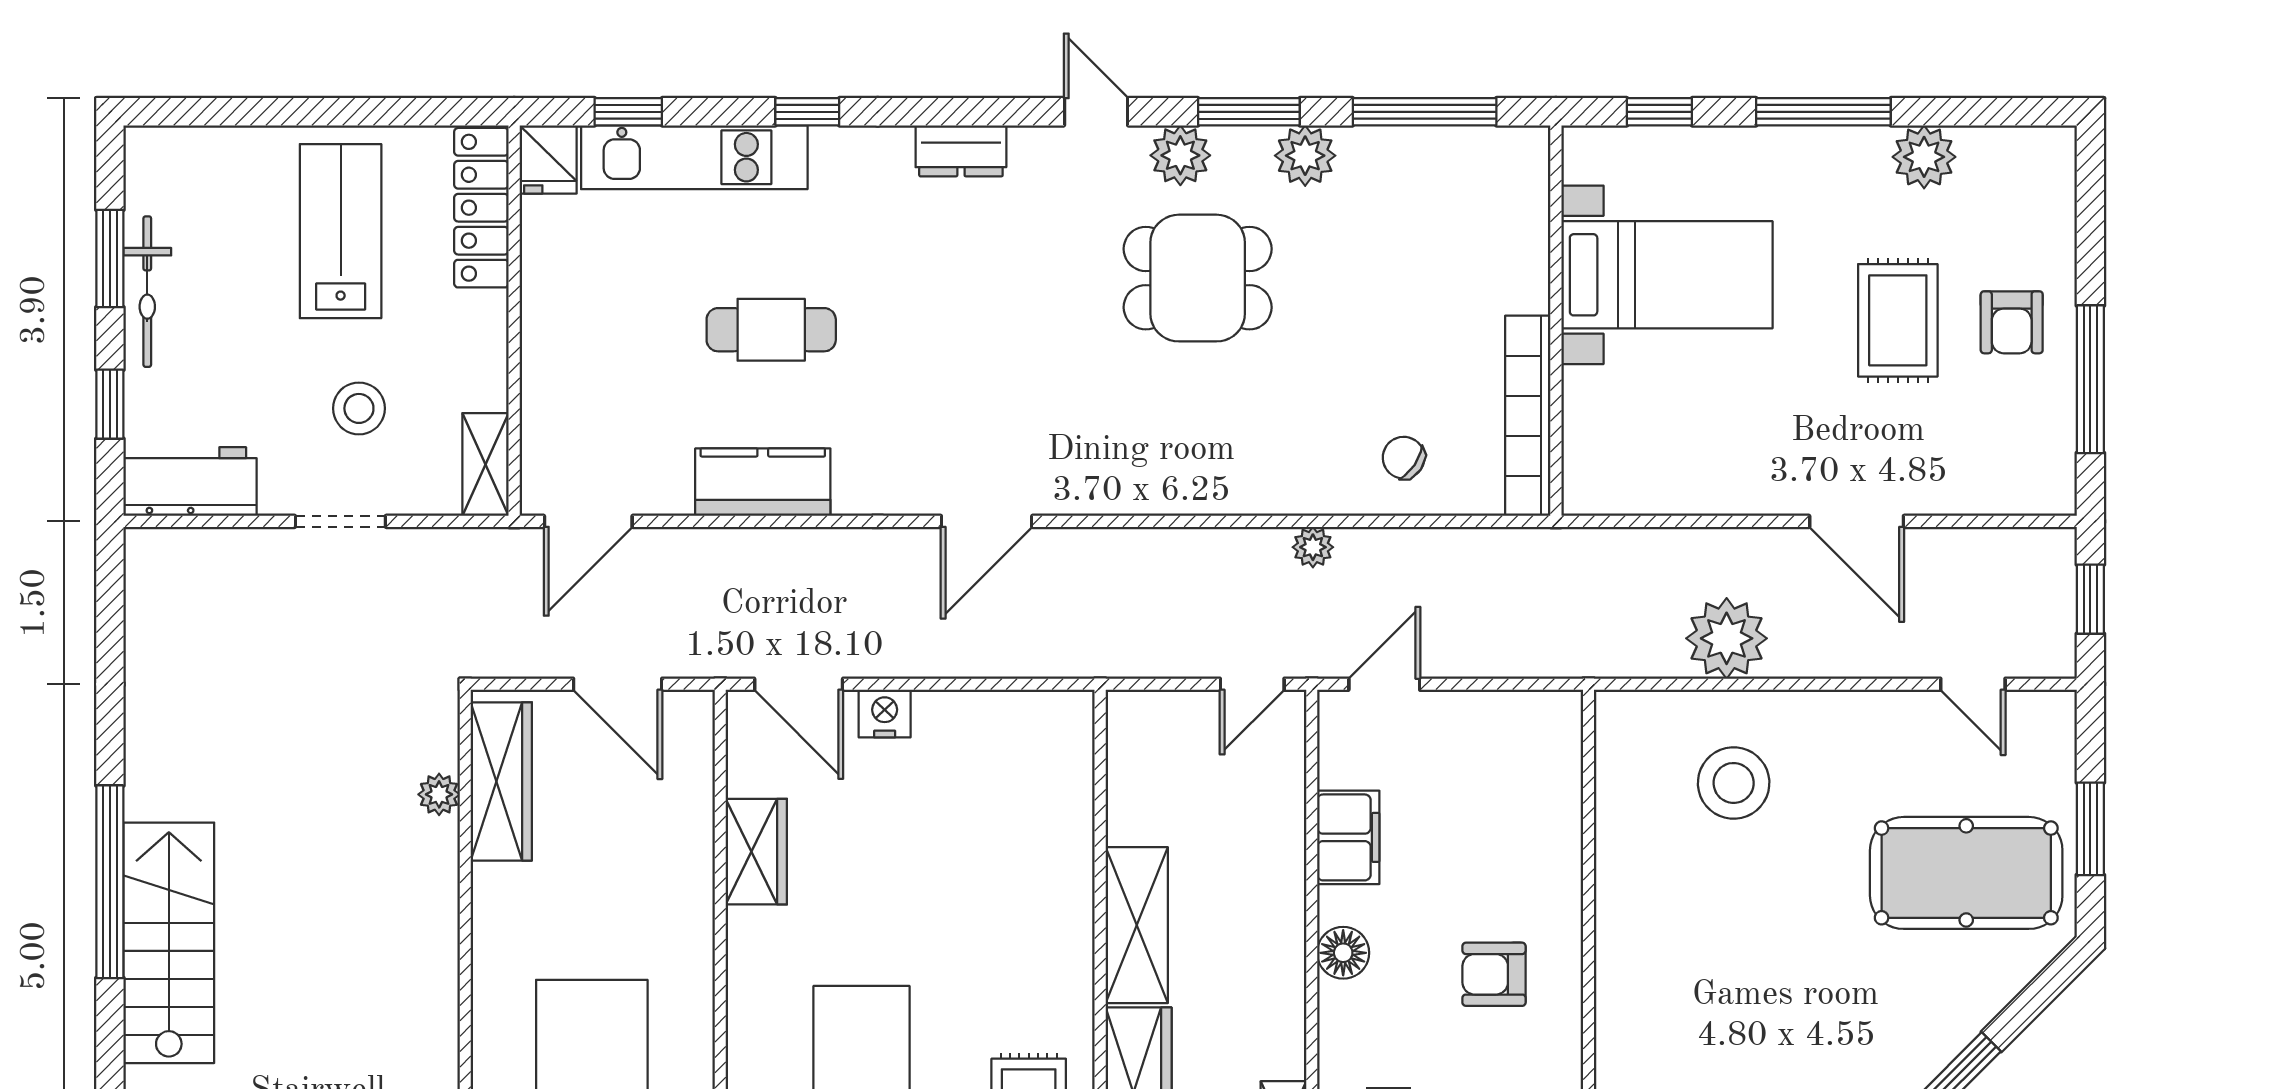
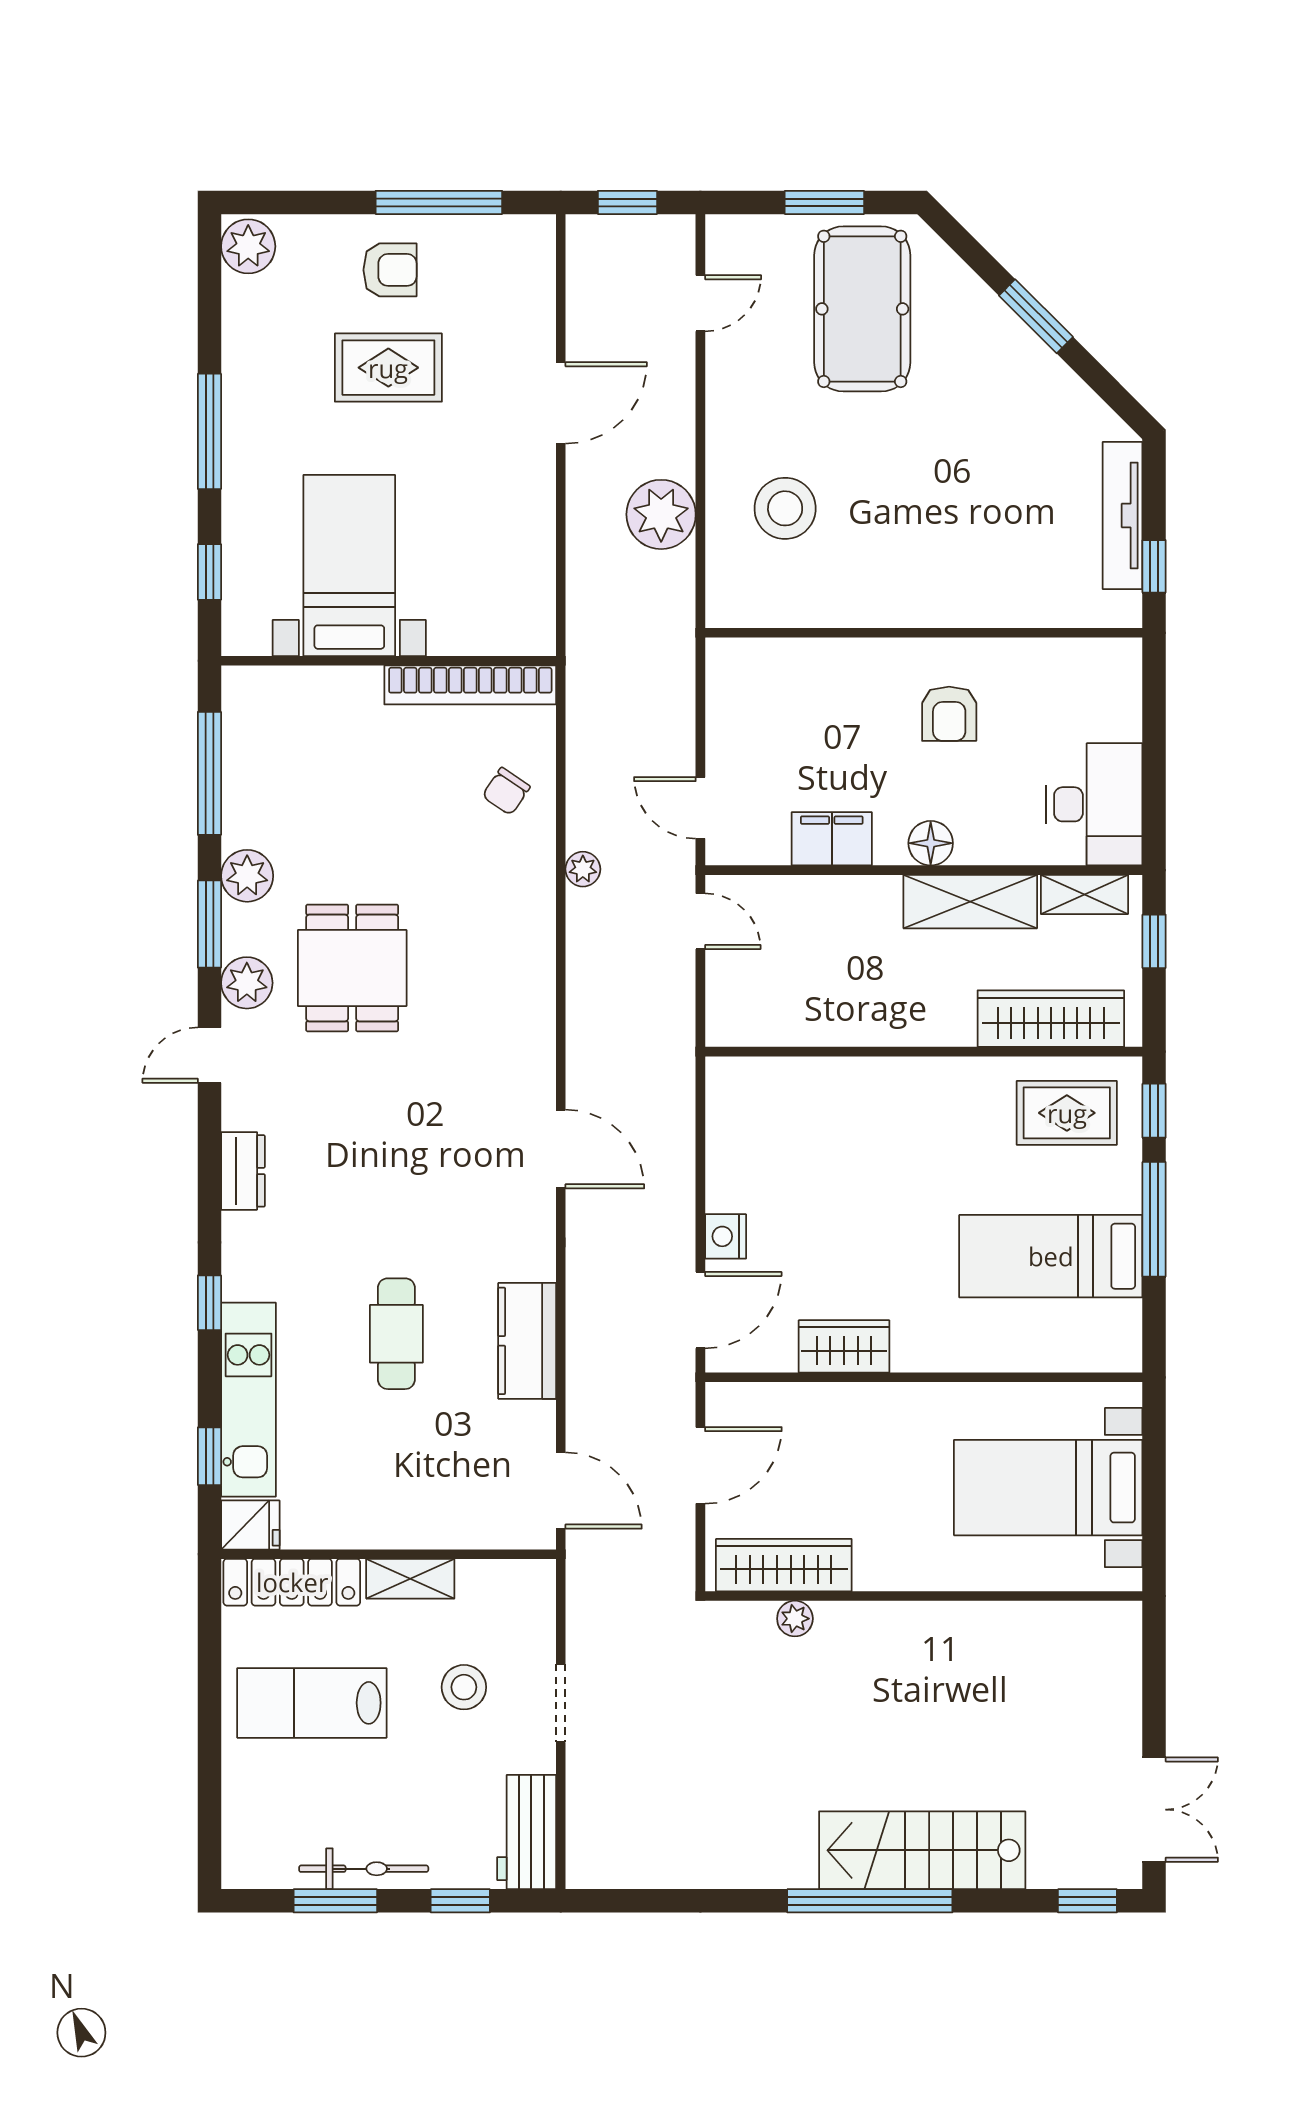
plant: (1924, 157) -> (248, 246), moved
shelving: (486, 465) -> (410, 1579), moved
shelving: (1137, 925) -> (970, 902), moved

